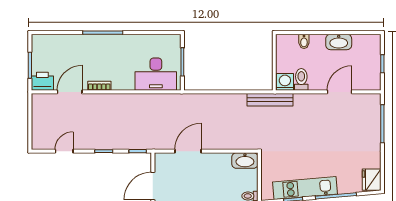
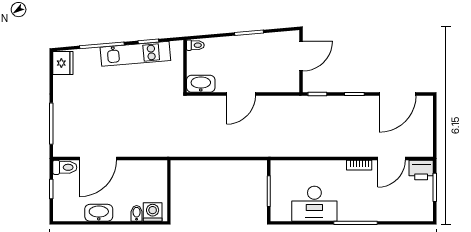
desk: (156, 74) -> (314, 204), moved, turned 180
toilet: (301, 79) -> (65, 167), moved, turned -90
washing machine: (285, 82) -> (153, 212), moved, turned 180
door: (339, 92) -> (98, 158), width x1.36
bench: (270, 100) -> (173, 150), removed
door: (64, 151) -> (398, 94), width x1.87
door: (188, 151) -> (241, 94), moved

